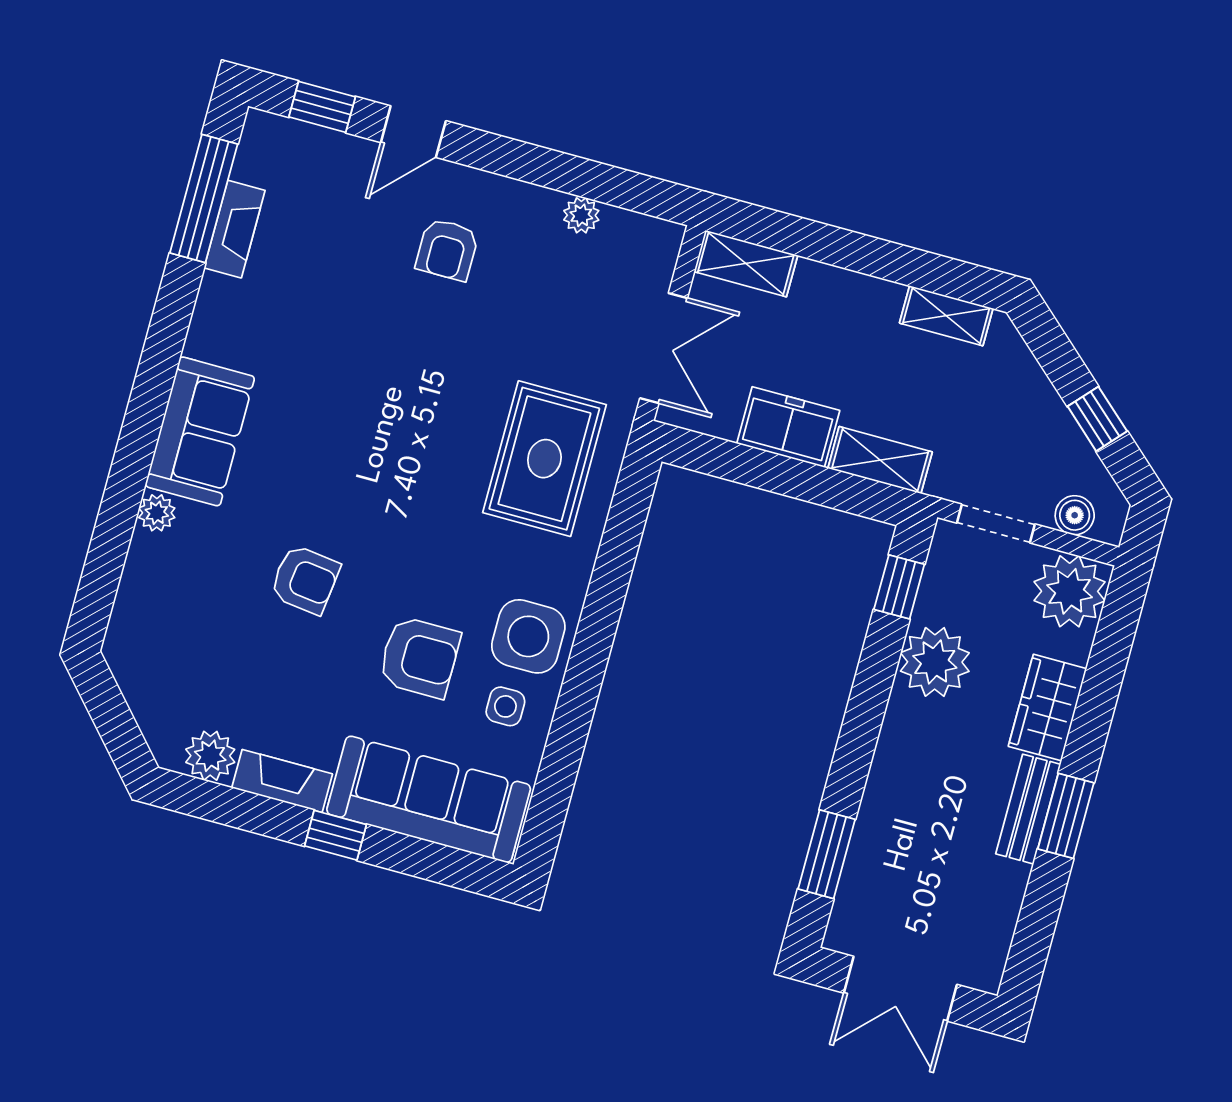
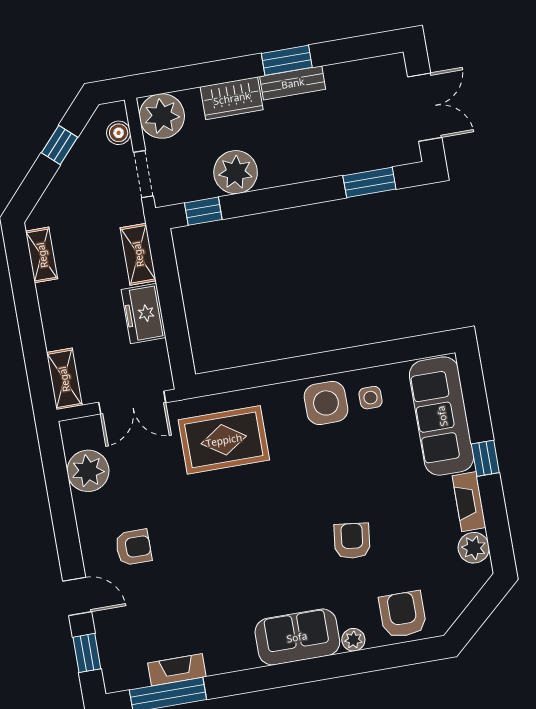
plant: (581, 215) -> (88, 471), width x1.87, depth x1.87
double door: (664, 348) -> (132, 403), swing flipped
armchair: (419, 657) -> (403, 614), moved

